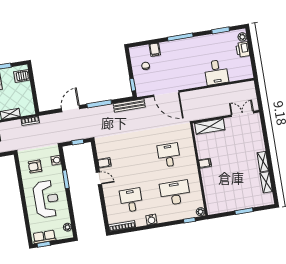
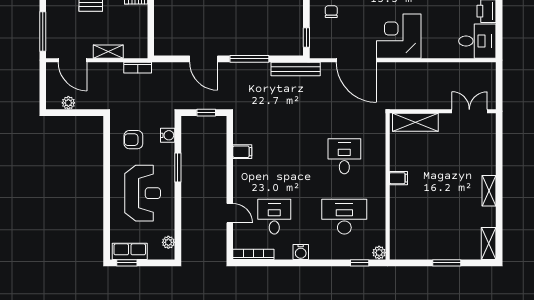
desk: (216, 72) -> (477, 41), moved, turned -90
corner desk: (190, 74) -> (399, 36), added
door: (71, 109) -> (204, 59), swing flipped
door: (99, 178) -> (230, 213), moved
shelving: (266, 182) -> (489, 243), moved

